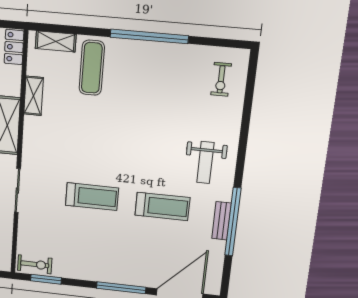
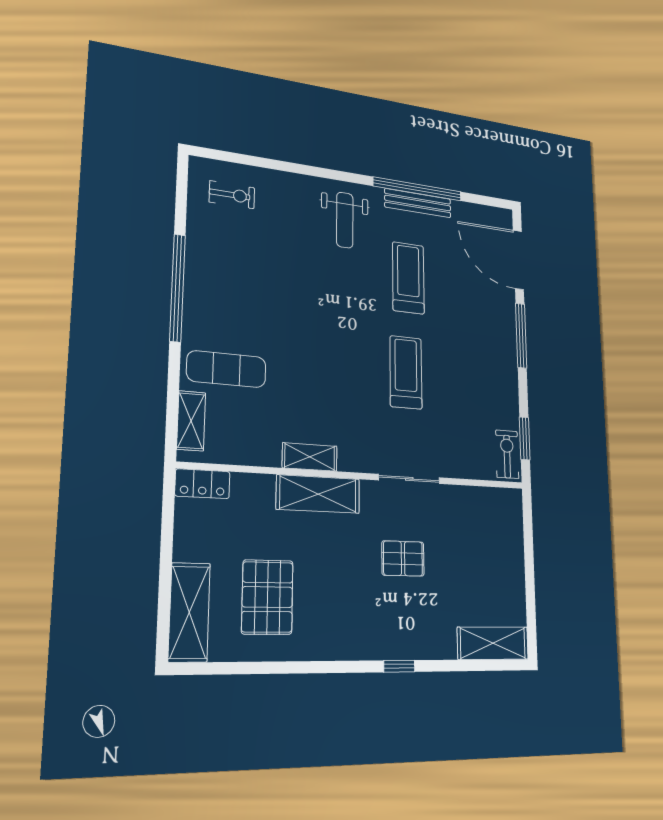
shelving: (34, 96) -> (310, 457), moved
weight bench: (205, 163) -> (345, 220), turned 90
bench: (222, 221) -> (418, 203), width x1.36

